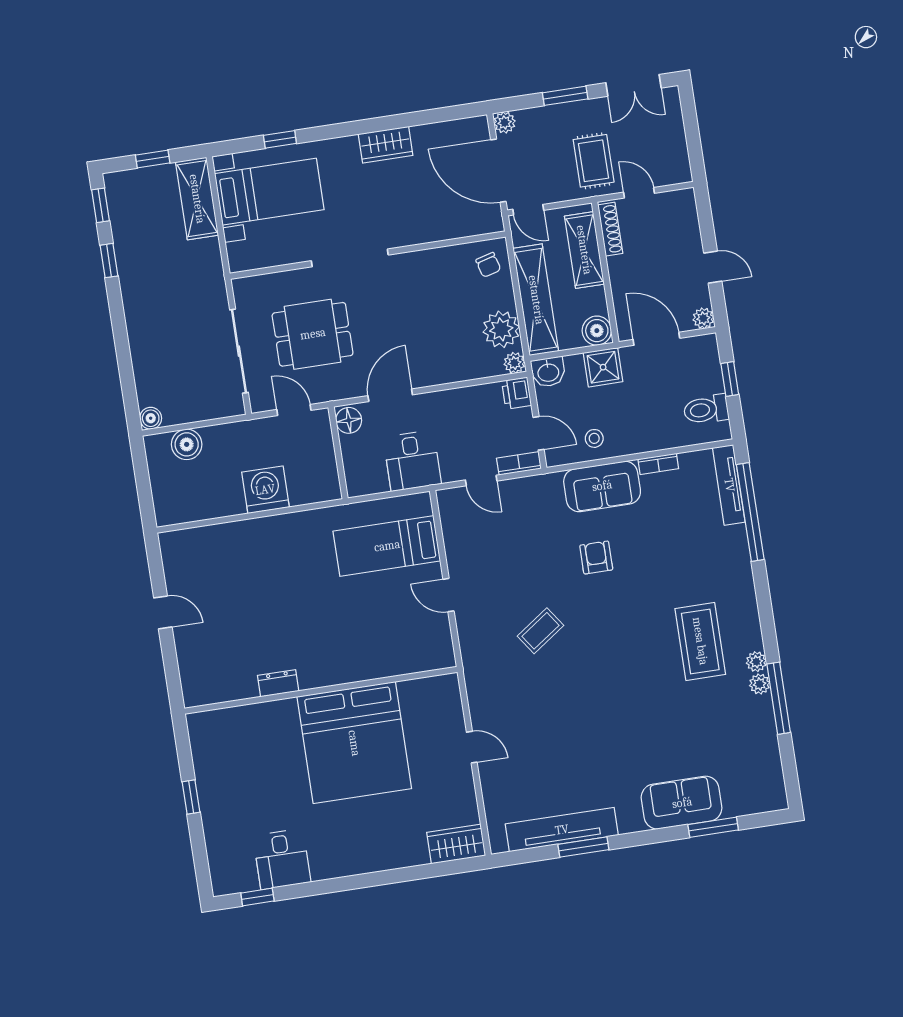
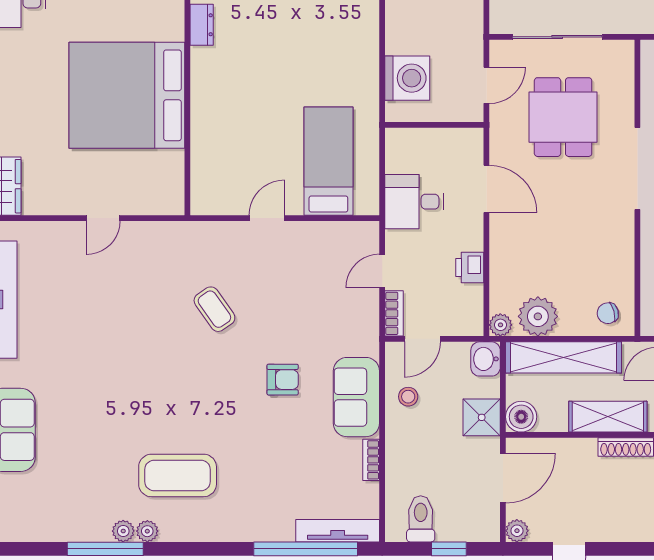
printer: (517, 393) -> (470, 267), moved, turned -90
floor lamp: (349, 420) -> (467, 141), removed
washing machine: (265, 490) -> (407, 78), moved

